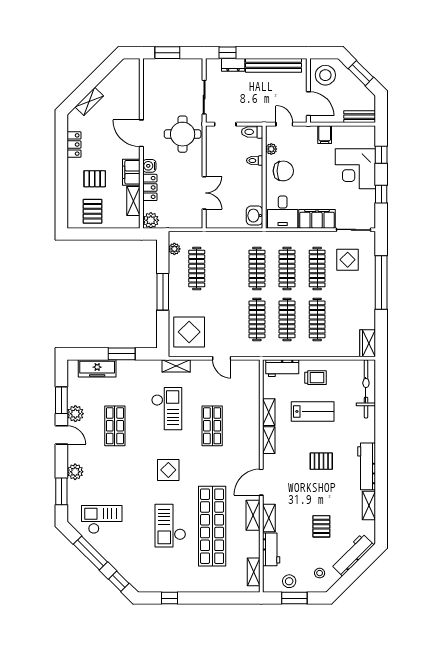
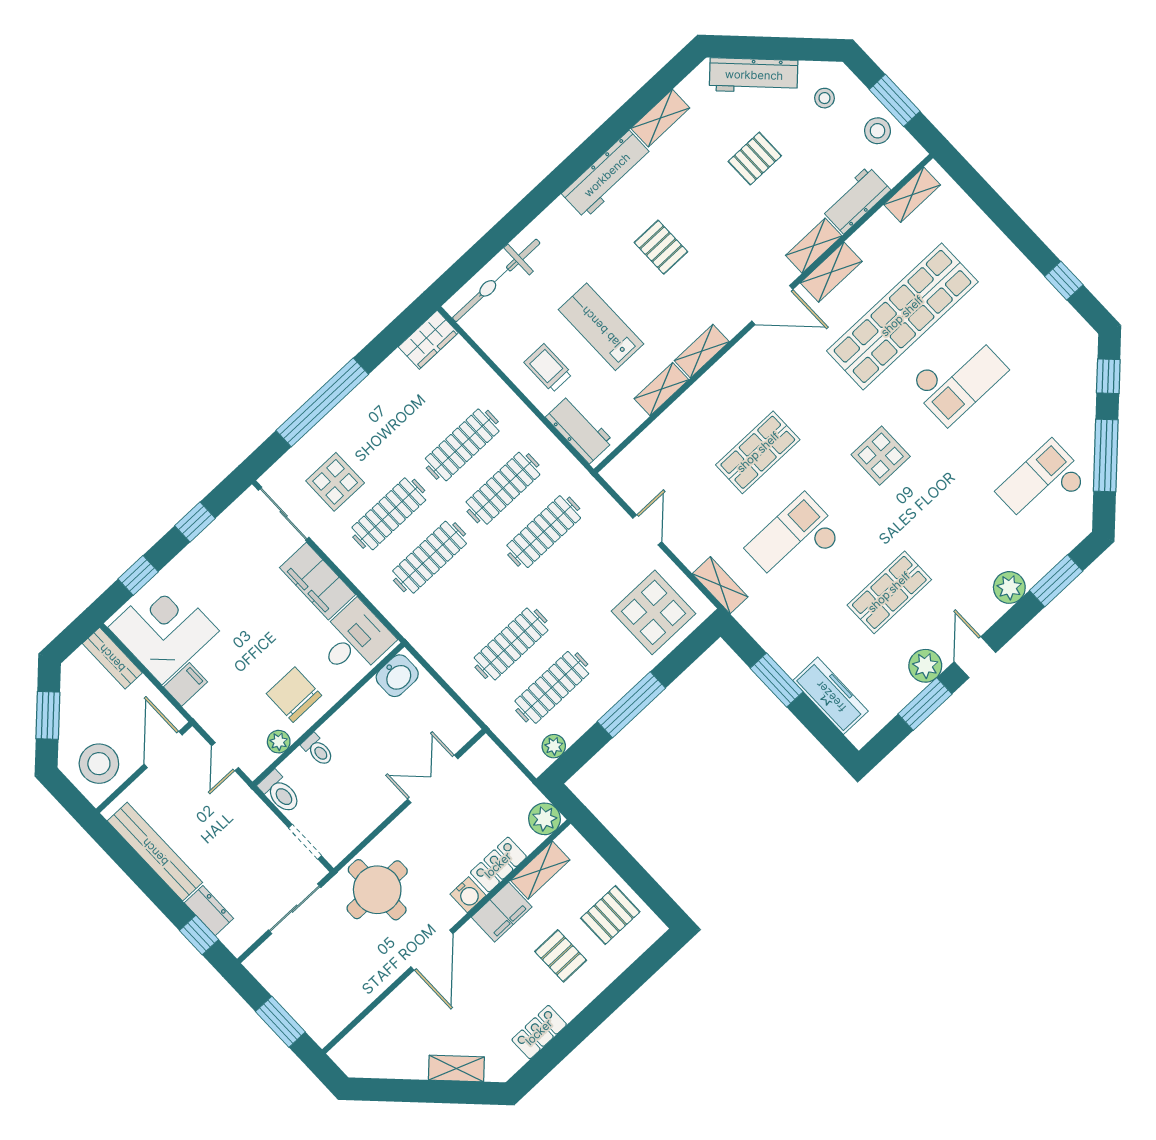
corner desk: (355, 169) -> (164, 629), moved, turned -90
clothes rail: (257, 268) -> (511, 644), moved
checkout: (102, 519) -> (1042, 485), turned 90

